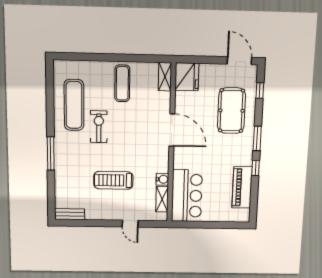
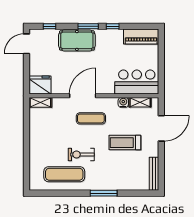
exercise mat: (122, 83) -> (91, 118), moved
pool table: (231, 111) -> (77, 40), moved
treadmill: (113, 180) -> (125, 143), turned 90
piano: (242, 187) -> (141, 37), moved
bench: (70, 214) -> (154, 174), width x1.36
door: (130, 224) -> (161, 128), width x1.87

